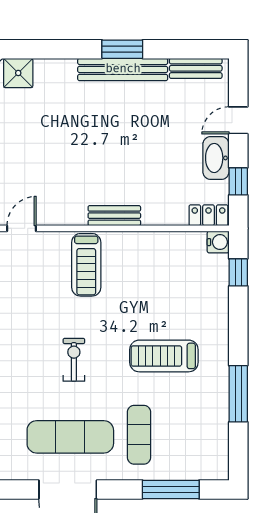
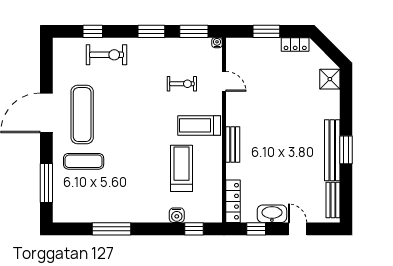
locker: (209, 215) -> (233, 201), width x1.53
water cooler: (218, 242) -> (177, 215), moved
treadmill: (164, 356) -> (181, 168), moved
exercise bike: (74, 360) -> (182, 84), moved

